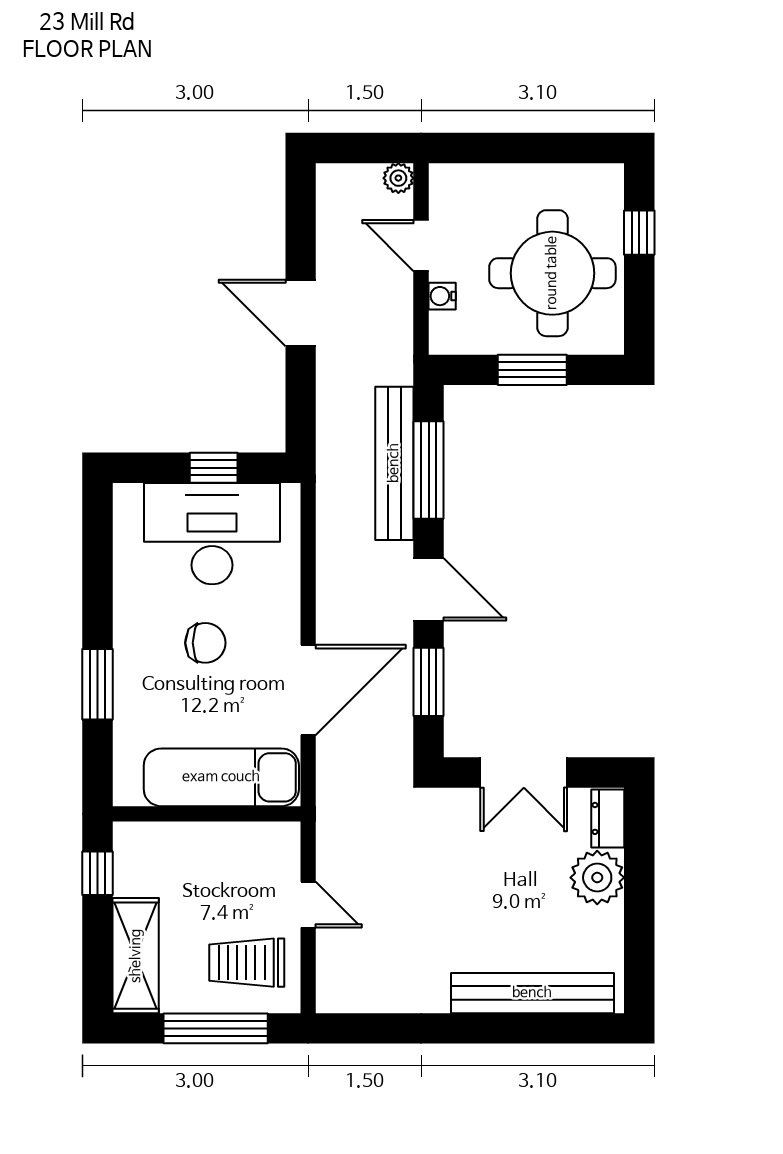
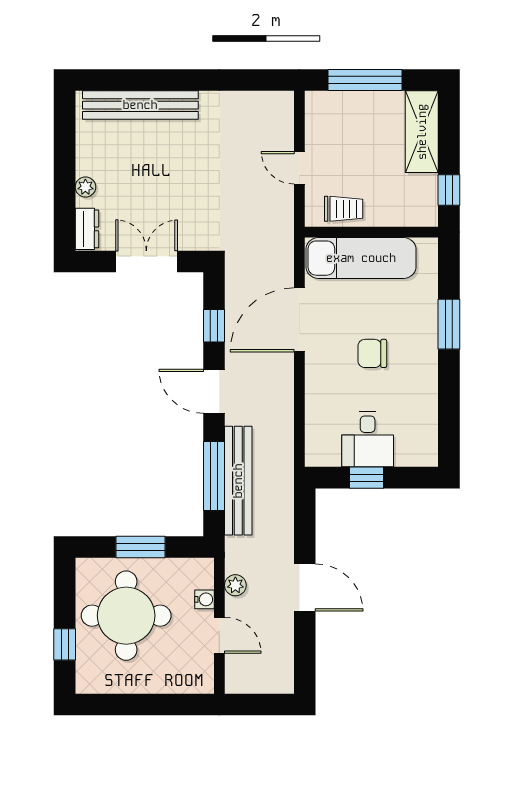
plant: (398, 178) -> (235, 585), moved
desk: (212, 534) -> (368, 439), width x0.53, depth x0.77
window: (429, 682) -> (214, 326), width x0.67
plant: (597, 878) -> (85, 187), width x0.53, depth x0.53
trolley: (247, 963) -> (344, 209), moved, width x0.73, depth x0.72

